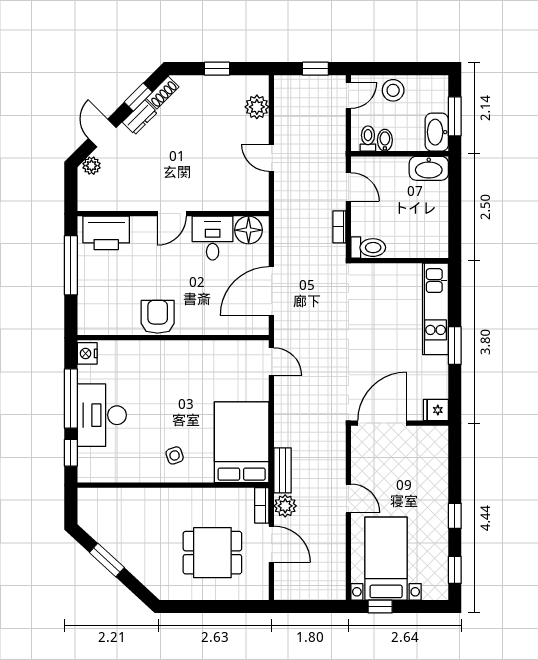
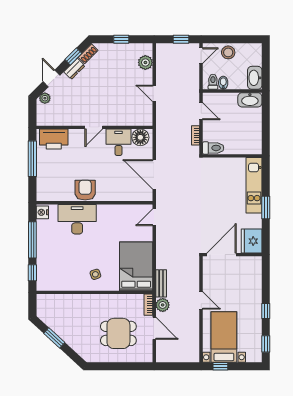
window: (455, 116) -> (266, 68), removed
door: (271, 291) -> (154, 174), hinge flipped
door: (271, 362) -> (154, 217), swing flipped
fridge: (436, 410) -> (252, 241), width x1.88, depth x1.34
desk: (102, 415) -> (77, 219), moved, turned 90

